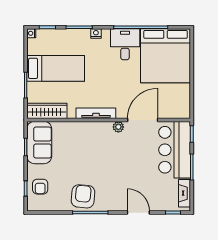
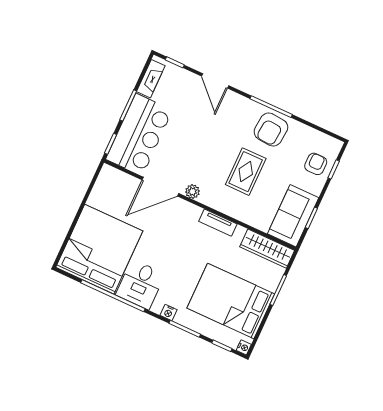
bed: (56, 68) -> (231, 301), width x1.50
tv unit: (96, 113) -> (218, 223), width x0.71
rug: (87, 158) -> (246, 172), added

